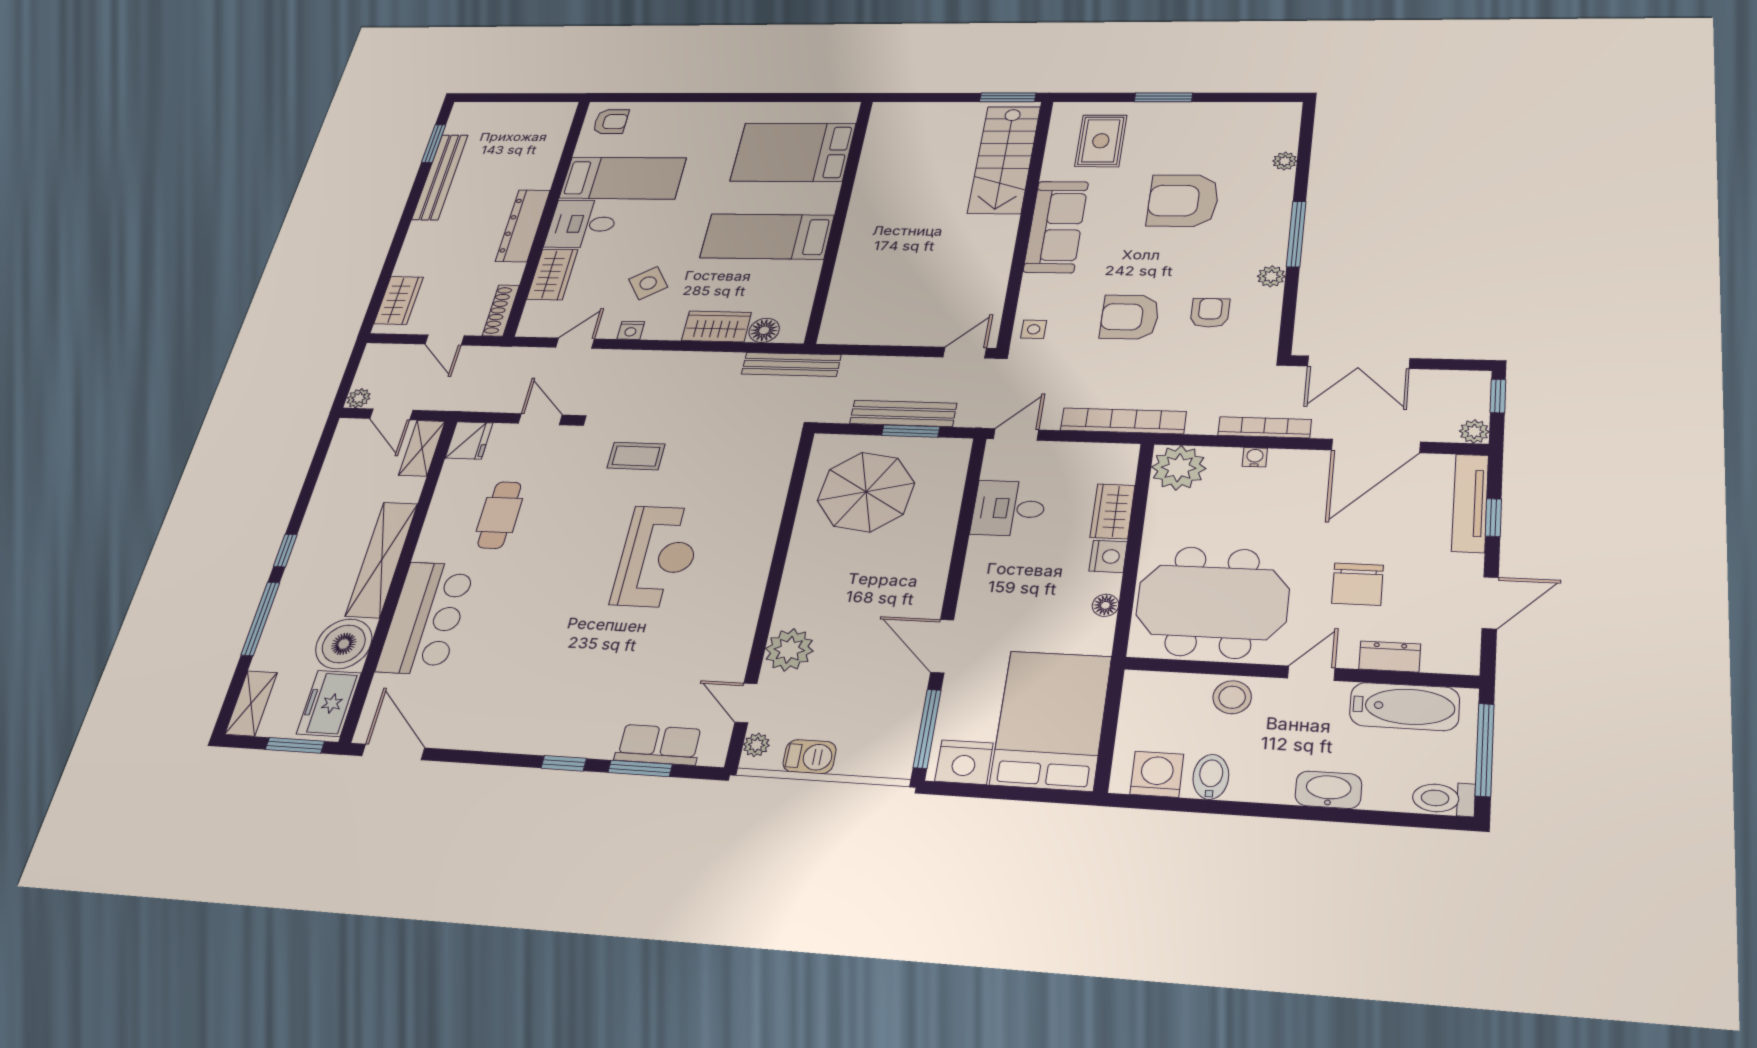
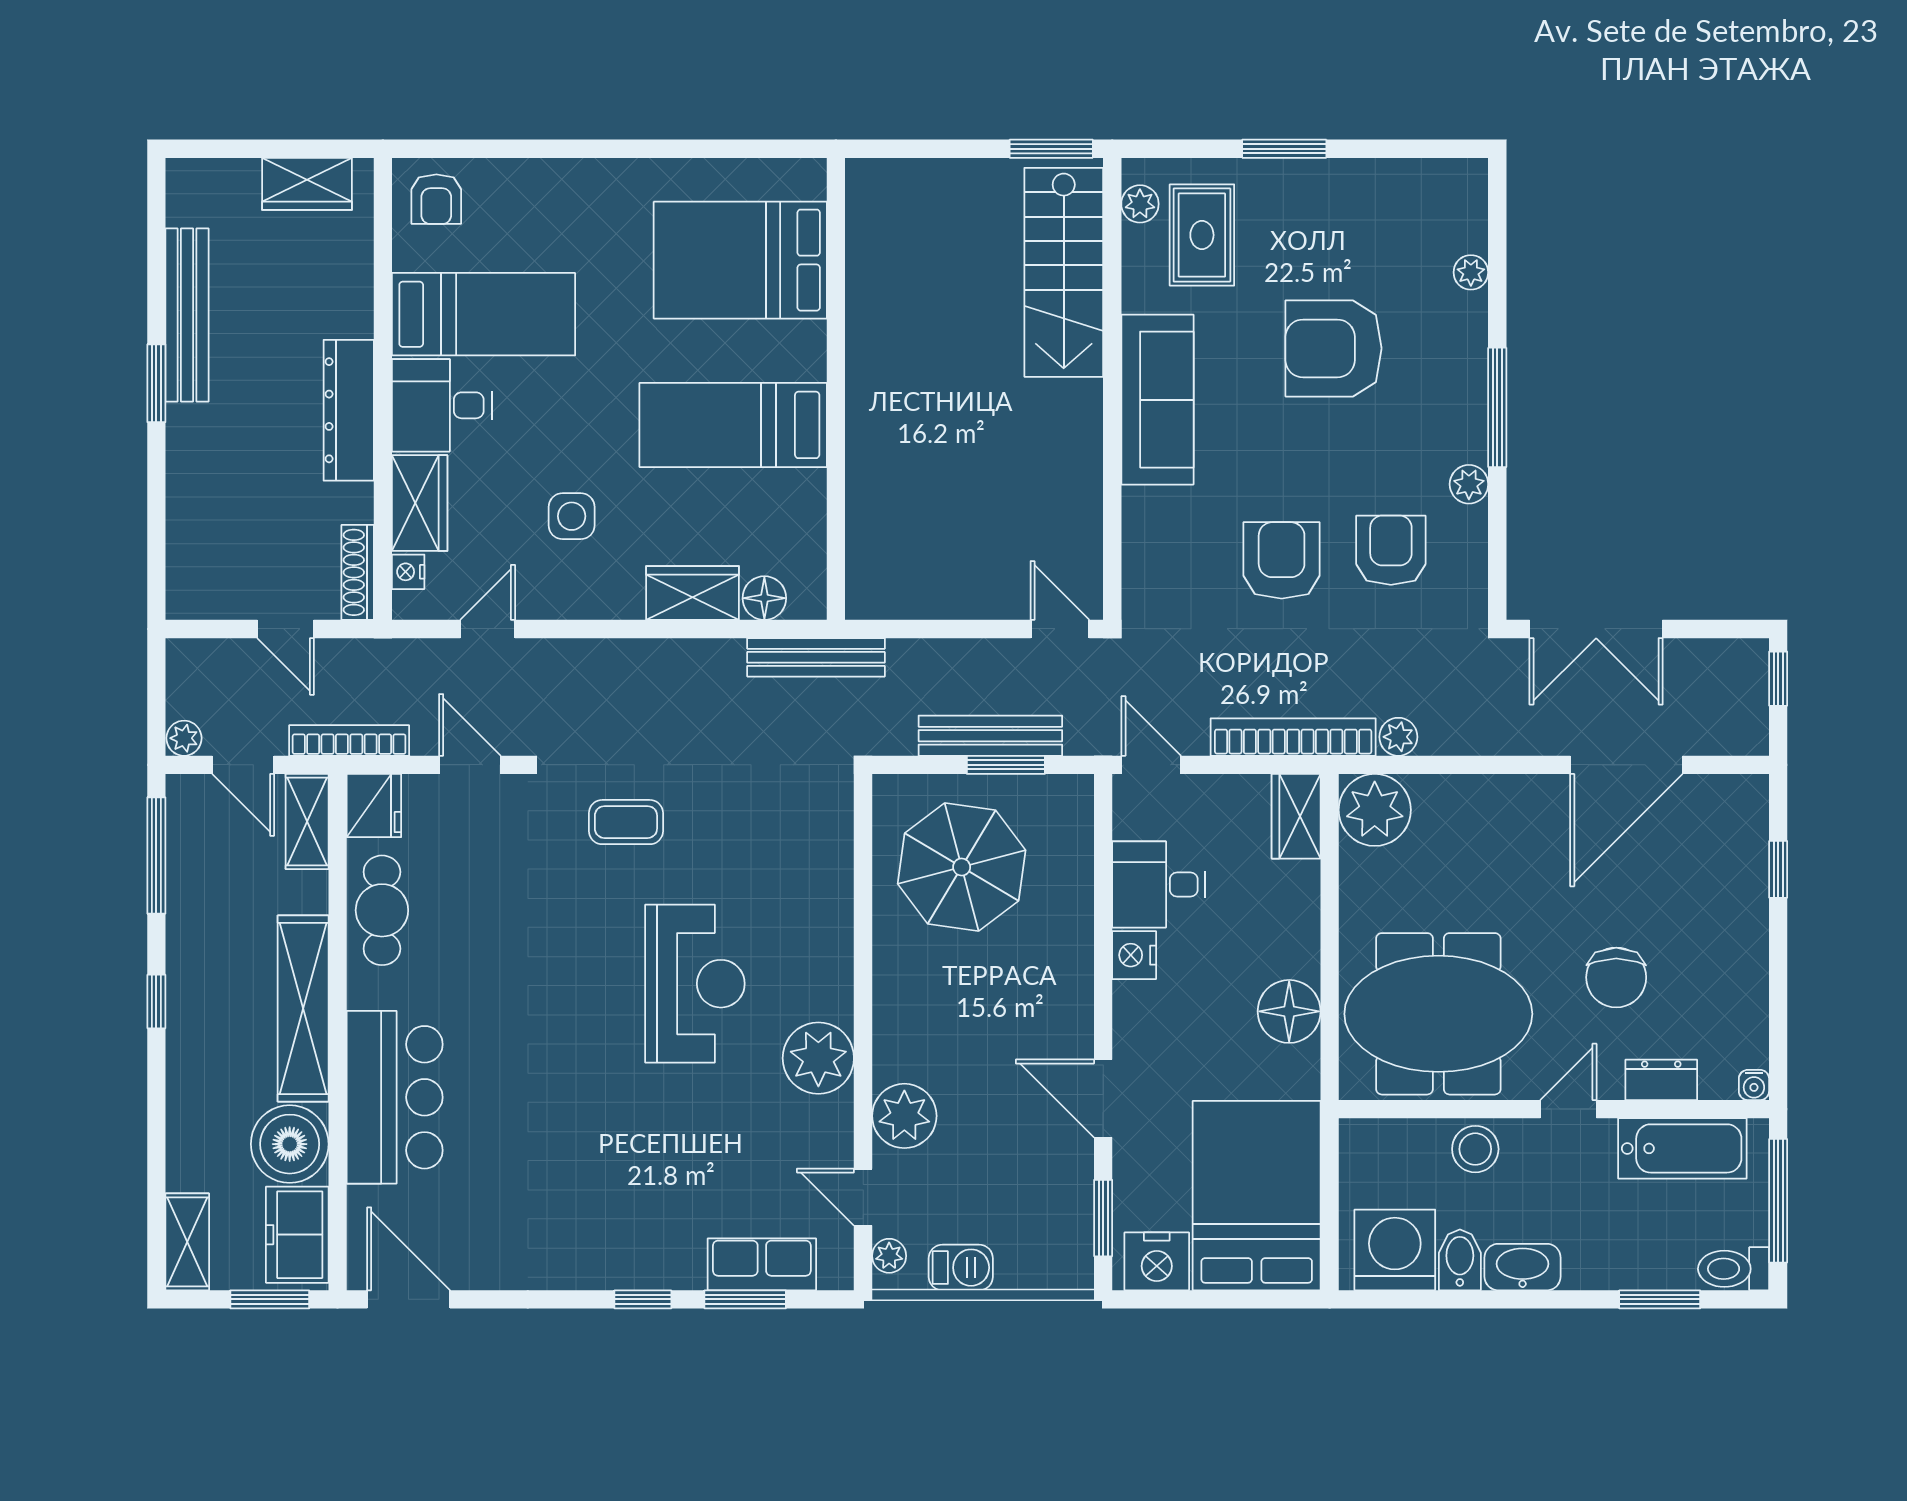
armchair: (611, 122) -> (436, 199), turned 90
plant: (1062, 125) -> (1140, 204), added
window: (434, 143) -> (156, 383), moved
side table: (648, 283) -> (572, 516), turned 33
wardrobe: (399, 300) -> (307, 184), moved, turned 90
armchair: (1210, 313) -> (1391, 550), width x1.38, depth x1.38
armchair: (1130, 317) -> (1282, 560), turned 90
side table: (1034, 329) -> (1151, 586), removed
nightstand: (631, 330) -> (408, 572), moved, turned 90
door: (965, 353) -> (1060, 629), hinge flipped
bookcase: (1265, 427) -> (349, 740), moved
plant: (1474, 431) -> (1398, 737), moved
door: (1016, 434) -> (1151, 765), hinge flipped
water cooler: (1255, 457) -> (1754, 1085), moved, turned 180
tv unit: (1470, 503) -> (1749, 849), removed
wardrobe: (1113, 511) -> (1296, 816), moved
cafe table: (499, 515) -> (382, 910), moved
nightstand: (1108, 556) -> (1134, 955), moved, turned 180
door: (1490, 603) -> (1778, 996), removed
floor lamp: (1105, 605) -> (1289, 1011), width x1.89, depth x1.89
plant: (734, 608) -> (818, 1058), added
window: (260, 619) -> (156, 855), moved
window: (927, 729) -> (1103, 1218), width x0.69
washing machine: (1157, 774) -> (1395, 1250), width x1.37, depth x1.37
washbasin: (1328, 790) -> (1523, 1267), moved
window: (1378, 818) -> (1660, 1299), added

